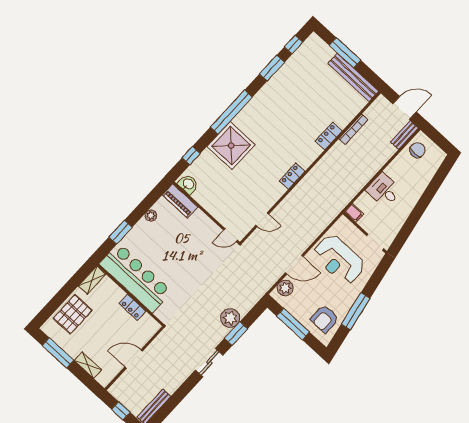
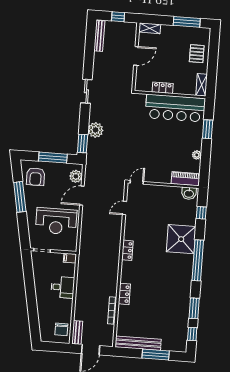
reception desk: (339, 260) -> (56, 221), turned 180
pallet: (73, 314) -> (197, 54), width x0.67, depth x0.71
armchair: (325, 319) -> (36, 177), turned 180
window: (236, 334) -> (83, 144), moved
shelving: (88, 365) -> (150, 28), moved

